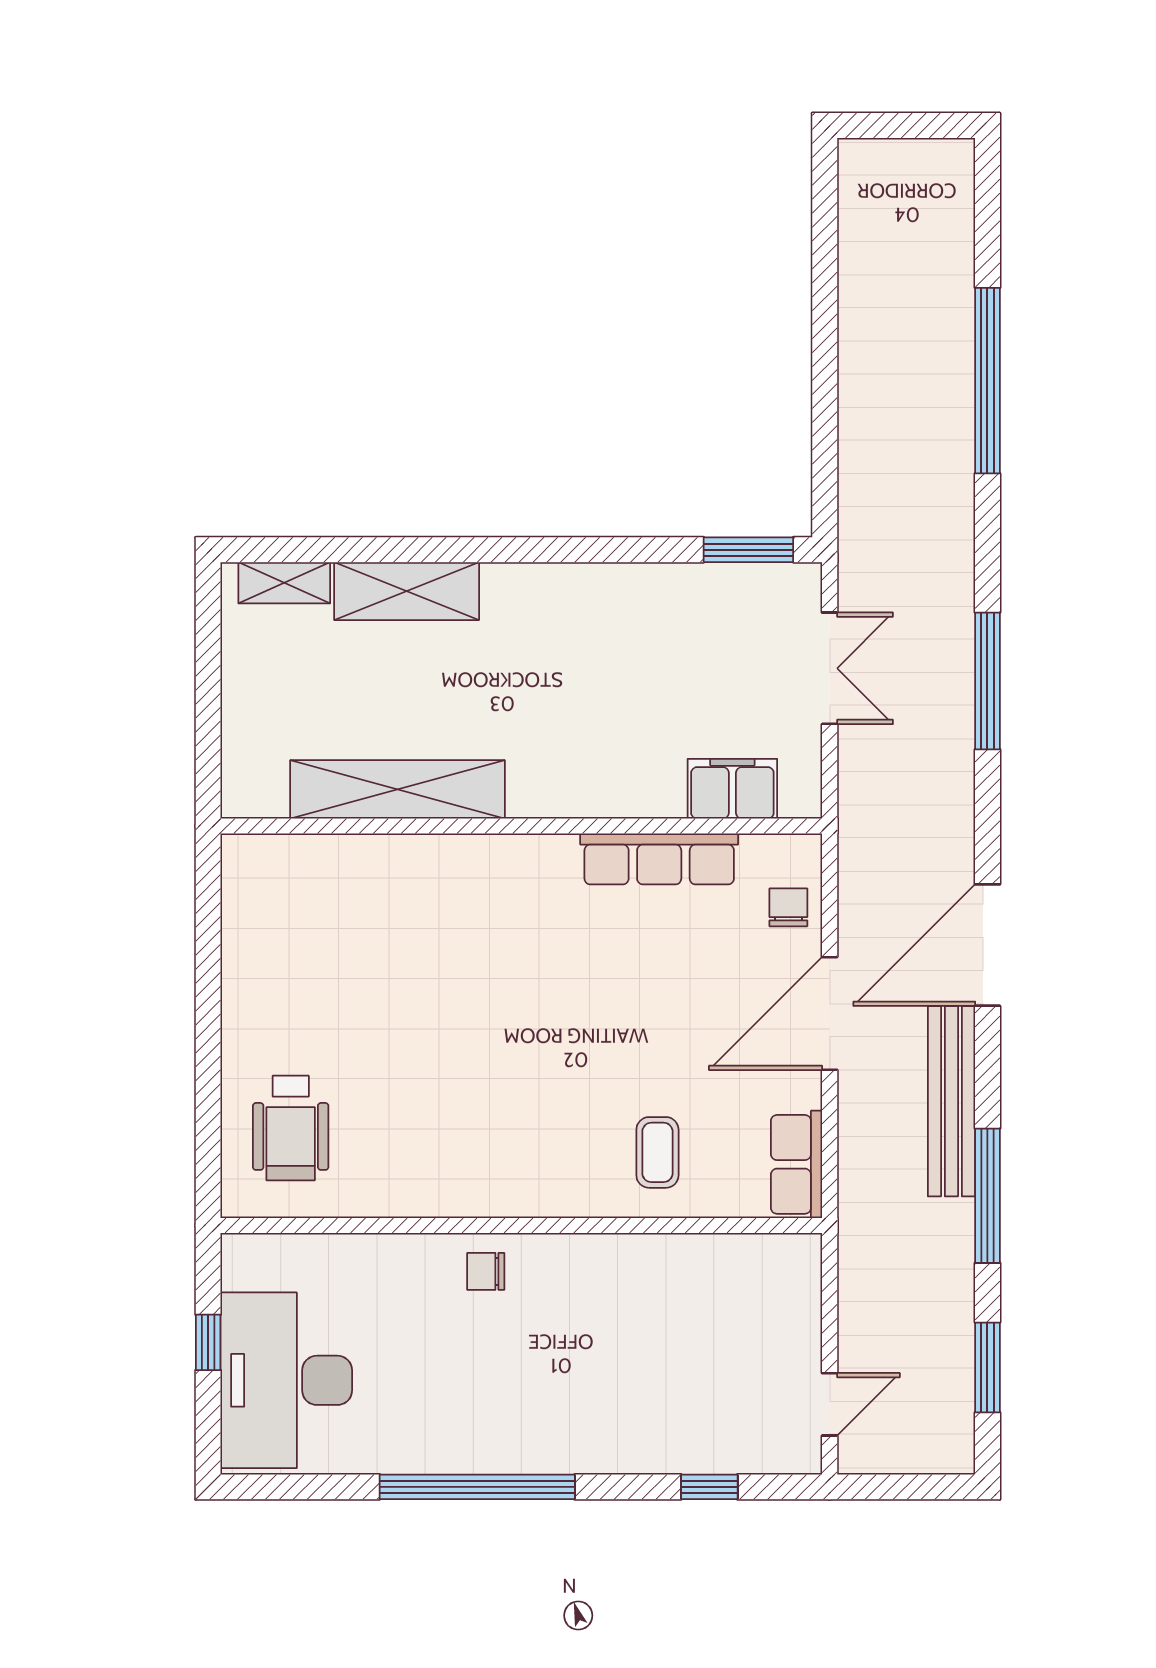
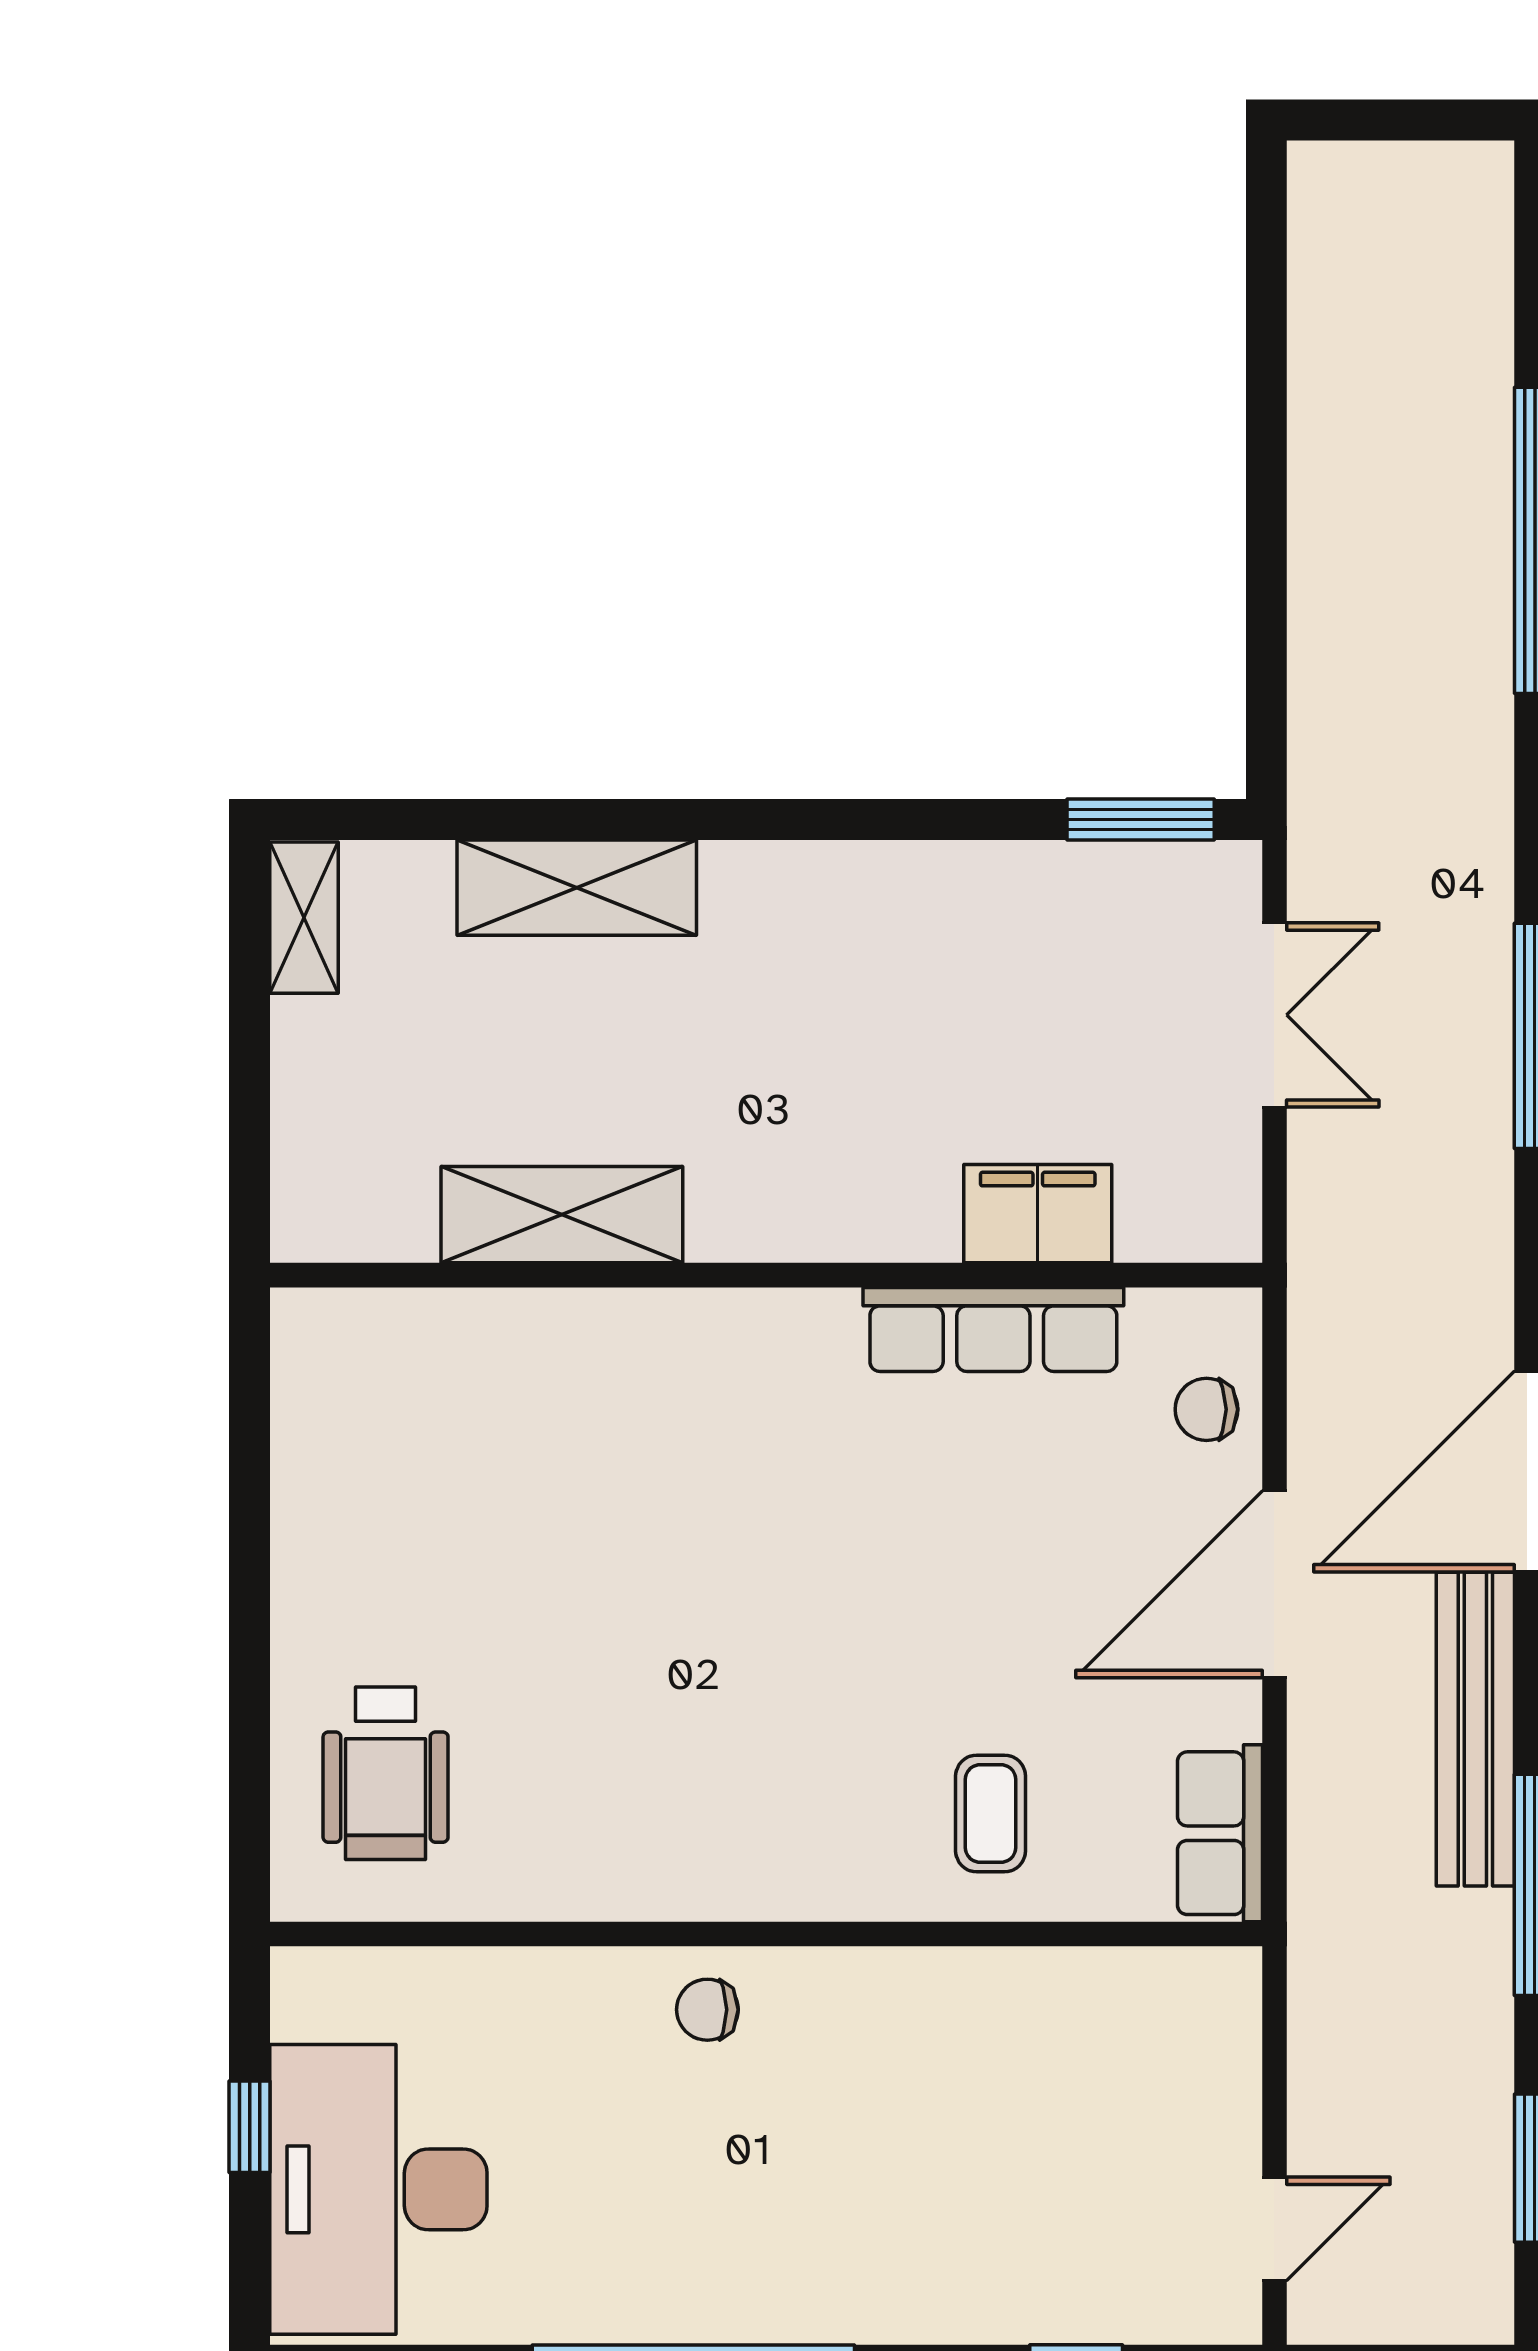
shelving: (284, 583) -> (304, 918), moved, turned 90
shelving: (398, 789) -> (562, 1215), width x0.68
filing cabinet: (732, 789) -> (1038, 1214), moved
chair: (788, 907) -> (1206, 1409), turned -90

